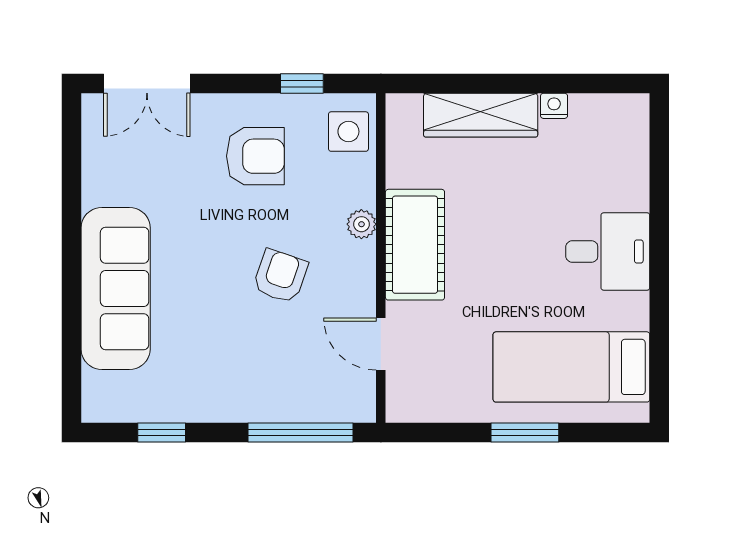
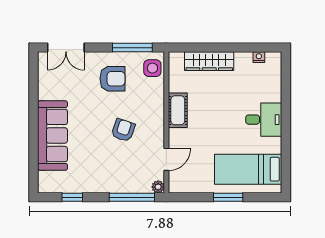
window: (302, 84) -> (132, 48), width x2.17
nightstand: (554, 106) -> (259, 57), moved
plant: (361, 224) -> (158, 187), moved
cot: (415, 245) -> (178, 110), width x0.73, depth x0.75
door: (381, 344) -> (166, 159), swing flipped

